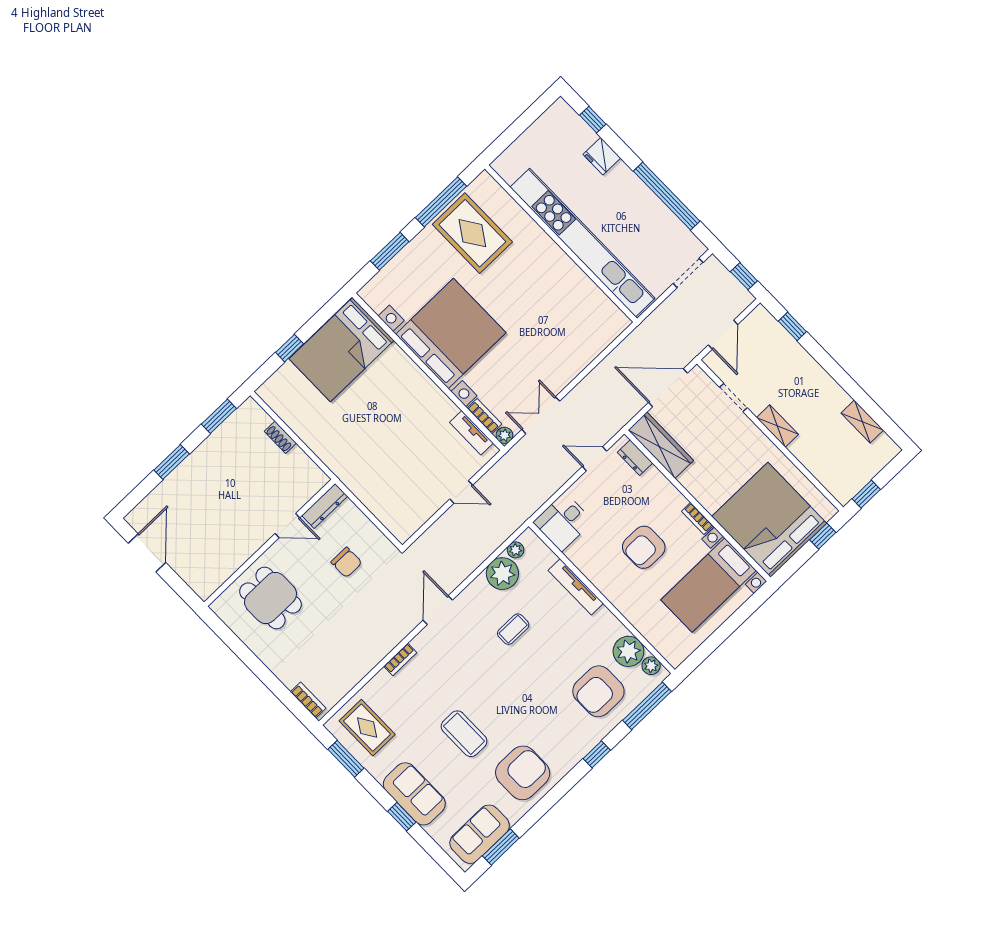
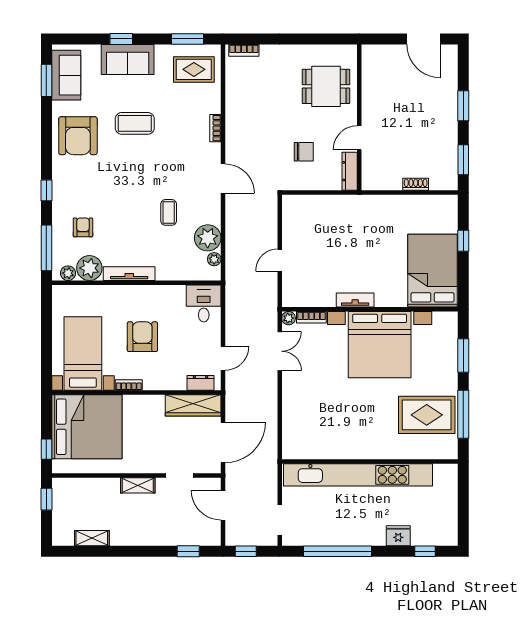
tv unit: (471, 433) -> (355, 300), moved
chair: (346, 562) -> (304, 152), turned 180
tv unit: (576, 587) -> (129, 274), moved
armchair: (598, 691) -> (83, 227), width x0.53, depth x0.53

